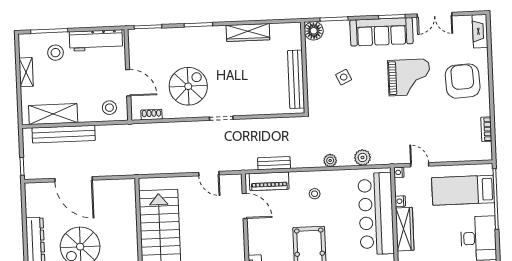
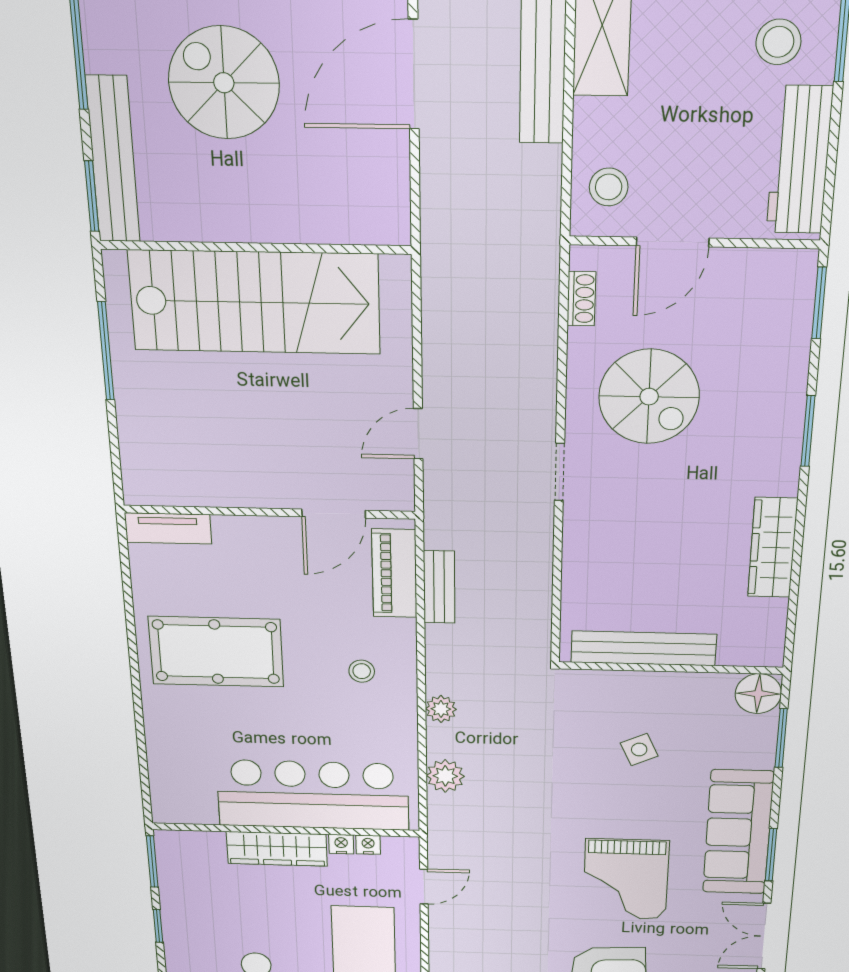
nightstand: (399, 172) -> (368, 845), moved

